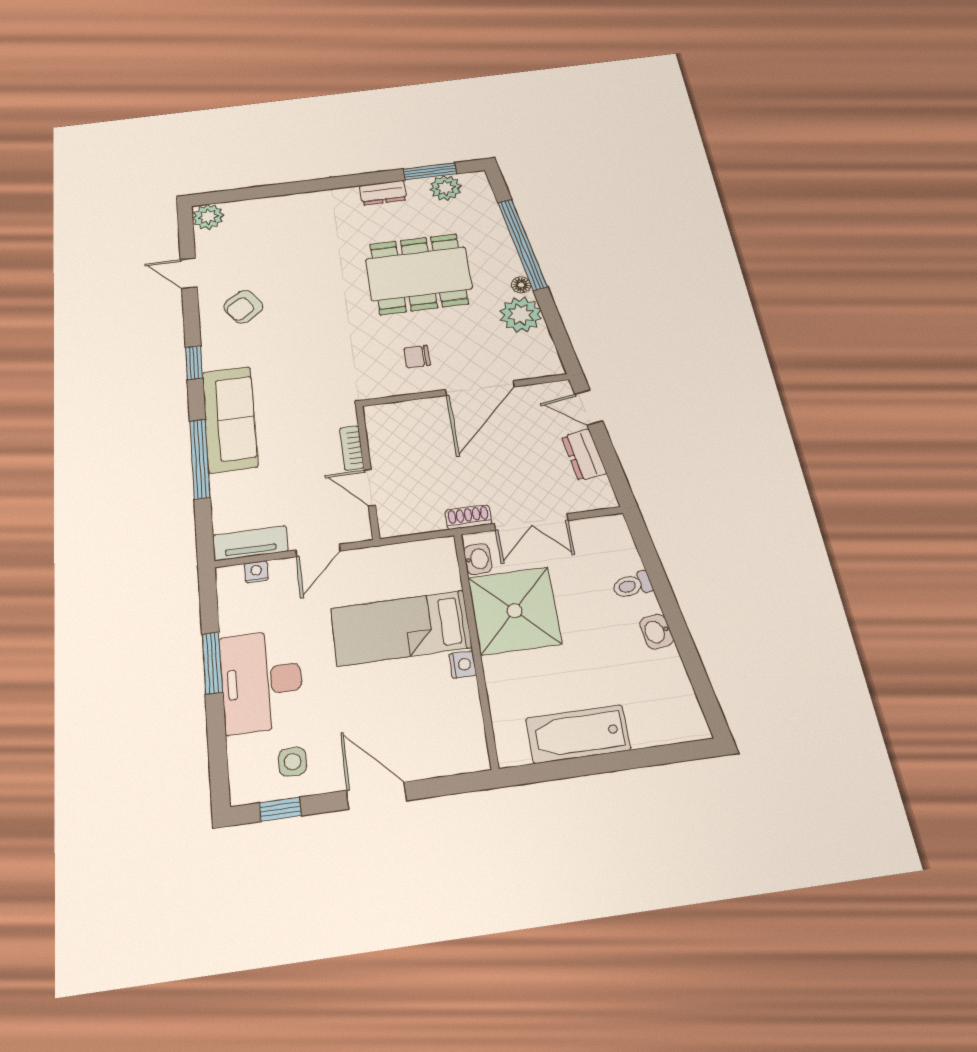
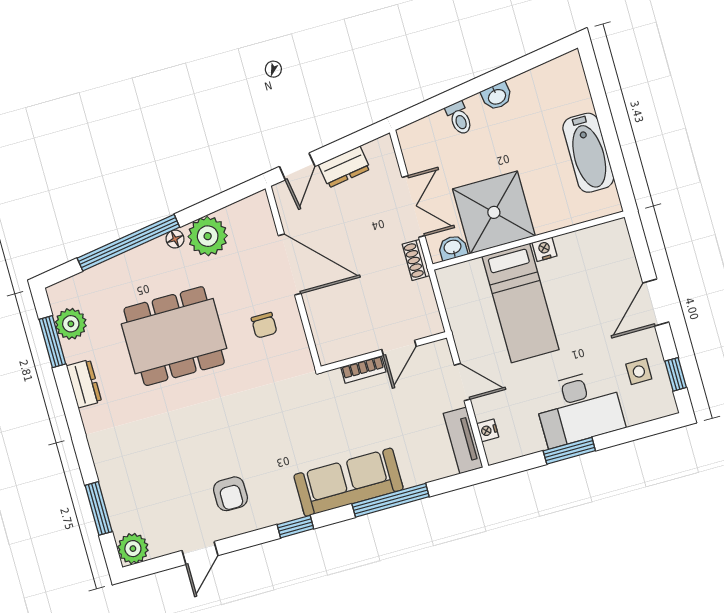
window: (255, 193) -> (99, 508), added
dining table: (419, 274) -> (174, 336), turned 90
armchair: (243, 307) -> (230, 494), turned 35

